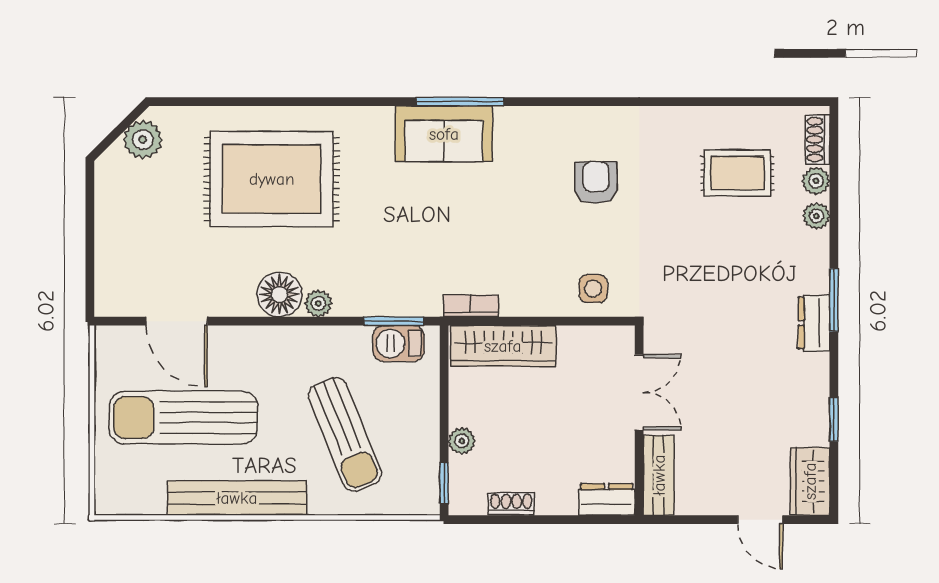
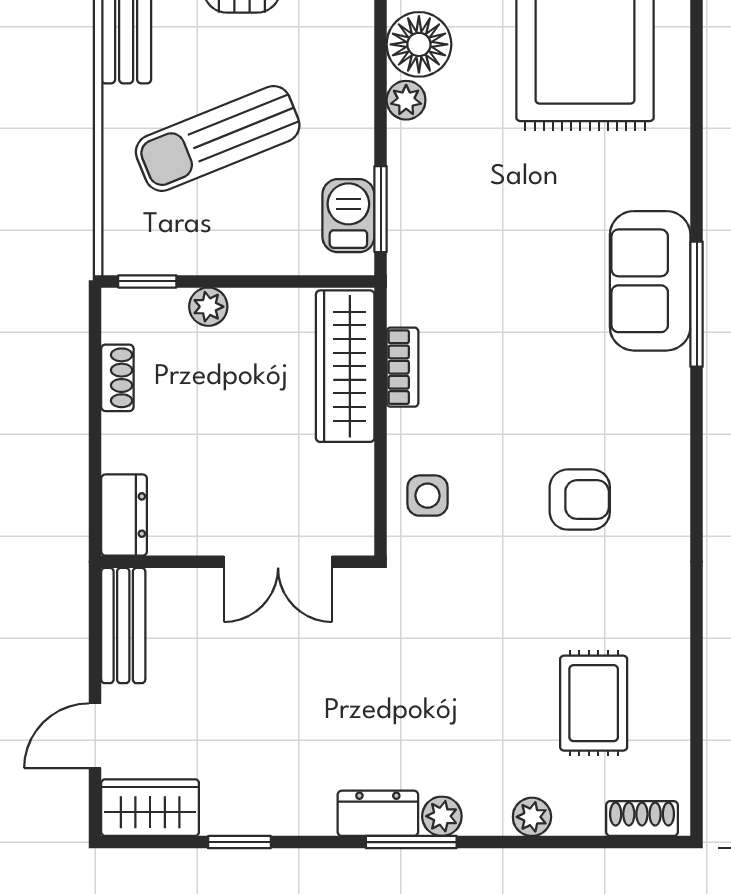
plant: (816, 181) -> (442, 816), moved
bookcase: (471, 306) -> (403, 367), moved
bench: (659, 475) -> (123, 626), moved, turned 90

